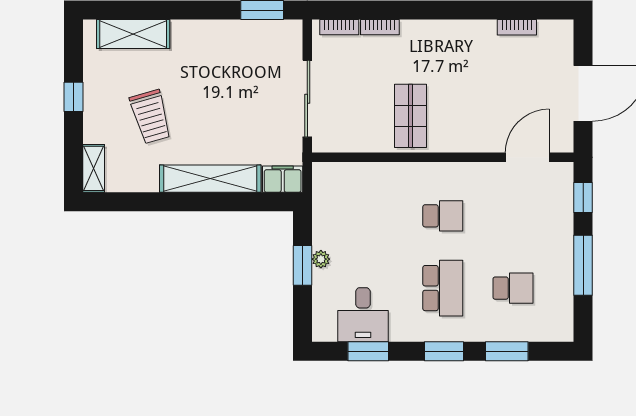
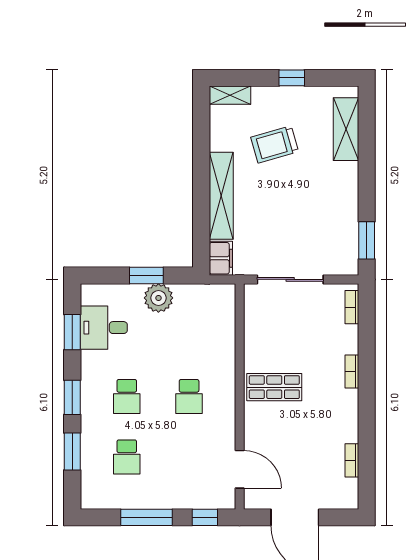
bookcase: (380, 27) -> (352, 372), moved
shop shelf: (410, 116) -> (274, 387), moved
plant: (321, 259) -> (158, 298), width x1.88, depth x1.88
school desk: (443, 288) -> (127, 396), width x0.54

